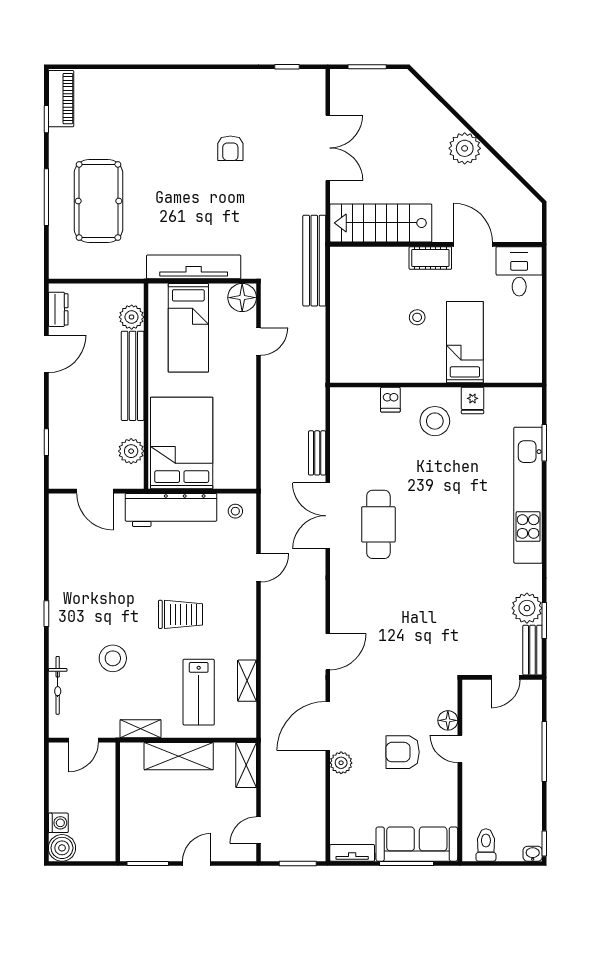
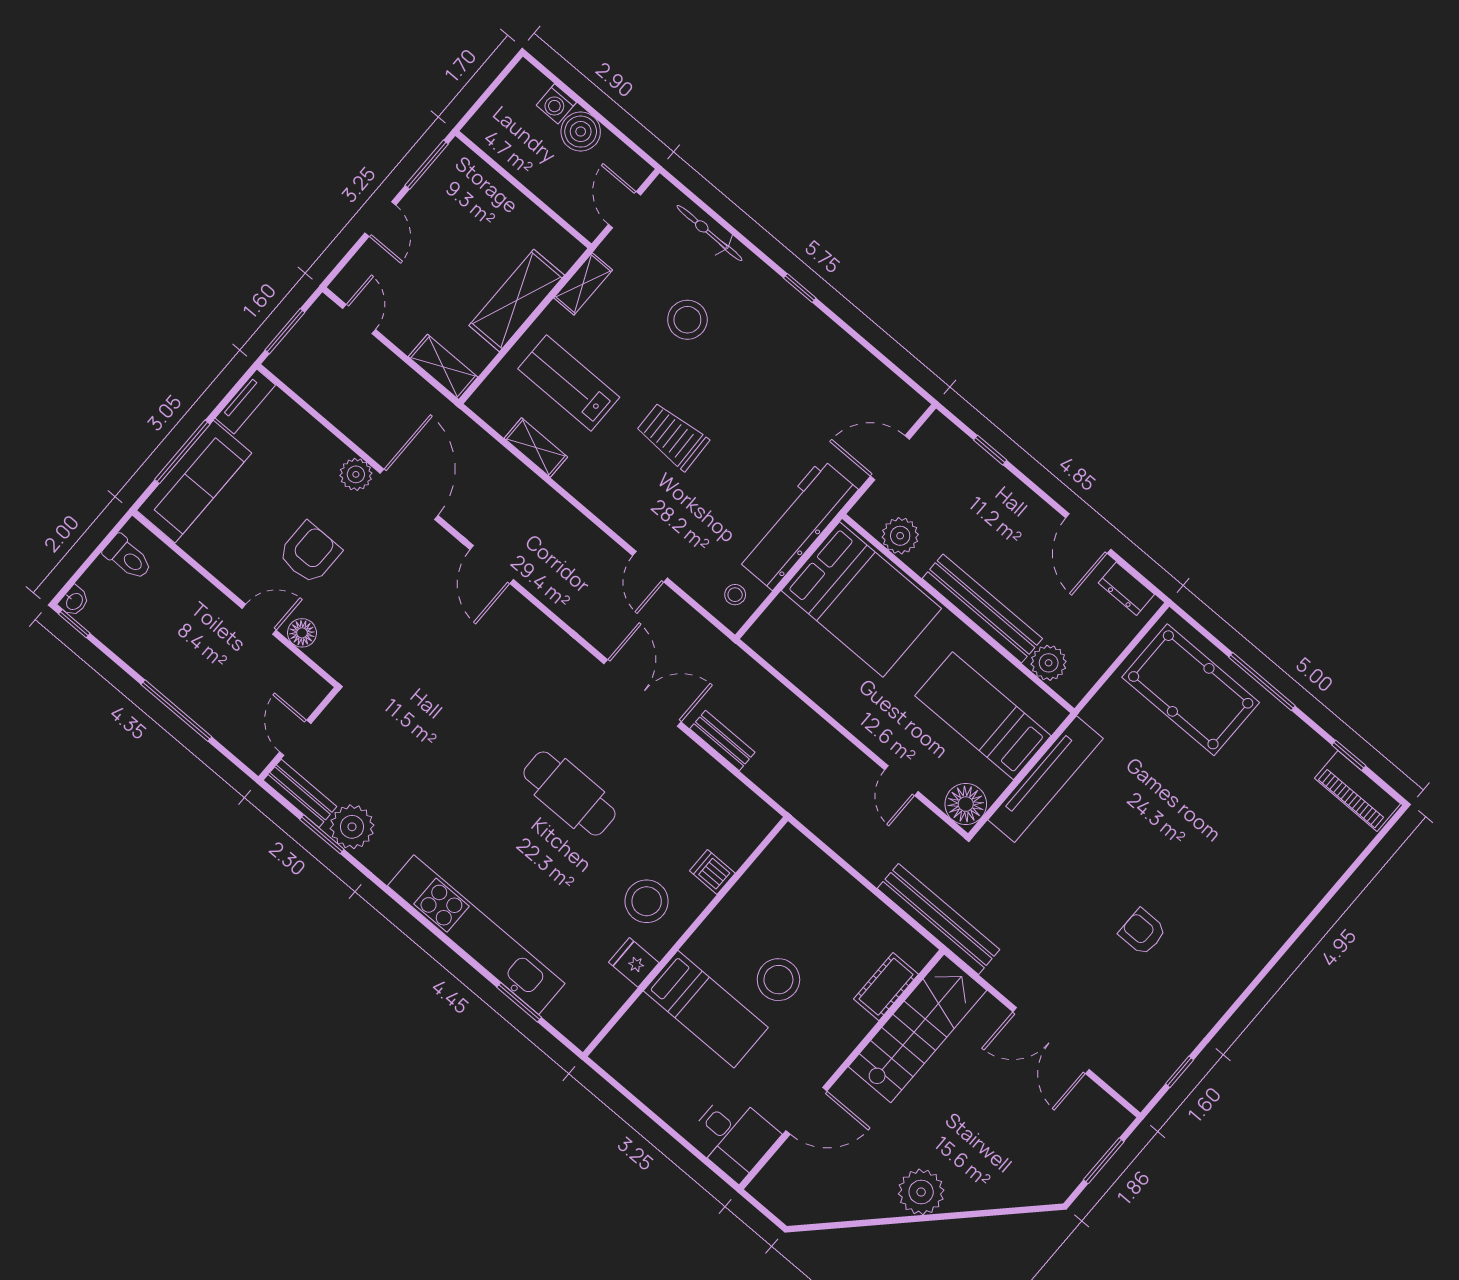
pool table: (98, 201) -> (1191, 690), moved
cot: (430, 258) -> (886, 987), moved
stool: (417, 317) -> (778, 980), width x1.89, depth x1.89
cafe table: (378, 524) -> (569, 793), moved
trolley: (180, 614) -> (672, 436), turned 88
boiler: (62, 848) -> (581, 132), moved

